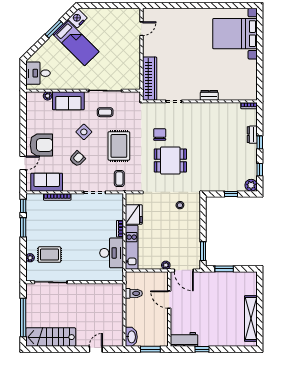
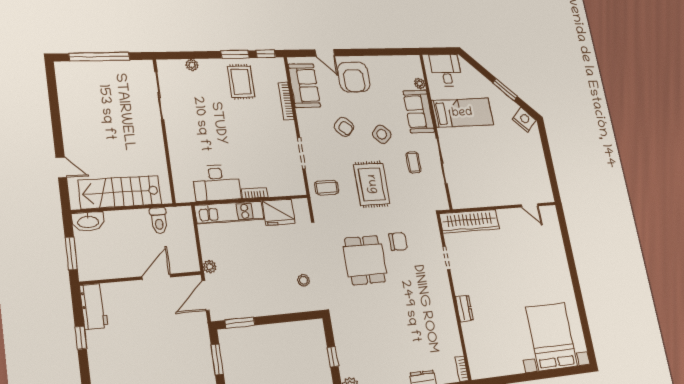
bed: (76, 43) -> (462, 113), moved, turned -135
rug: (119, 146) -> (372, 184), turned 90
rug: (49, 255) -> (241, 82), moved
stairs: (51, 337) -> (120, 192), moved, turned -90

